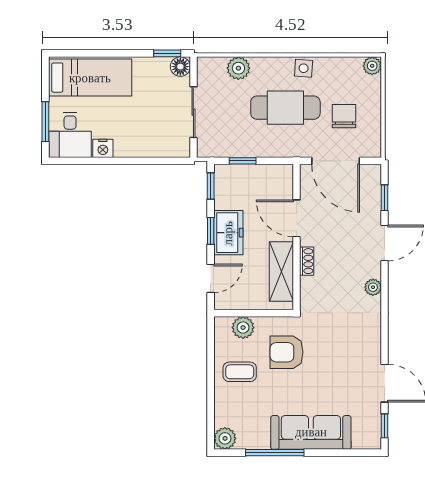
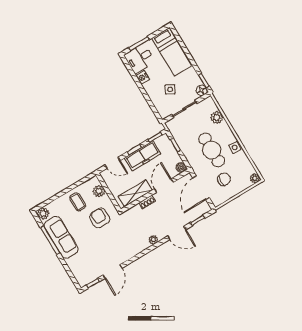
side table: (149, 116) -> (170, 89), added
boiler: (284, 173) -> (181, 167), added
freezer: (228, 233) -> (143, 156), width x1.40
sofa: (311, 432) -> (61, 237), moved

